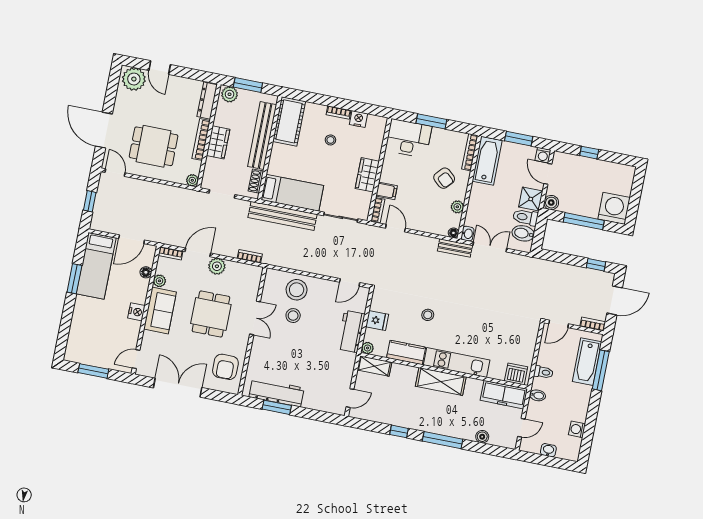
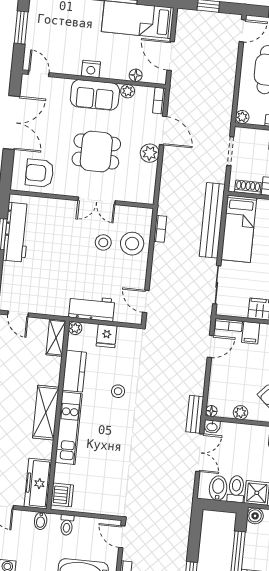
bookcase: (250, 256) -> (160, 229), moved

